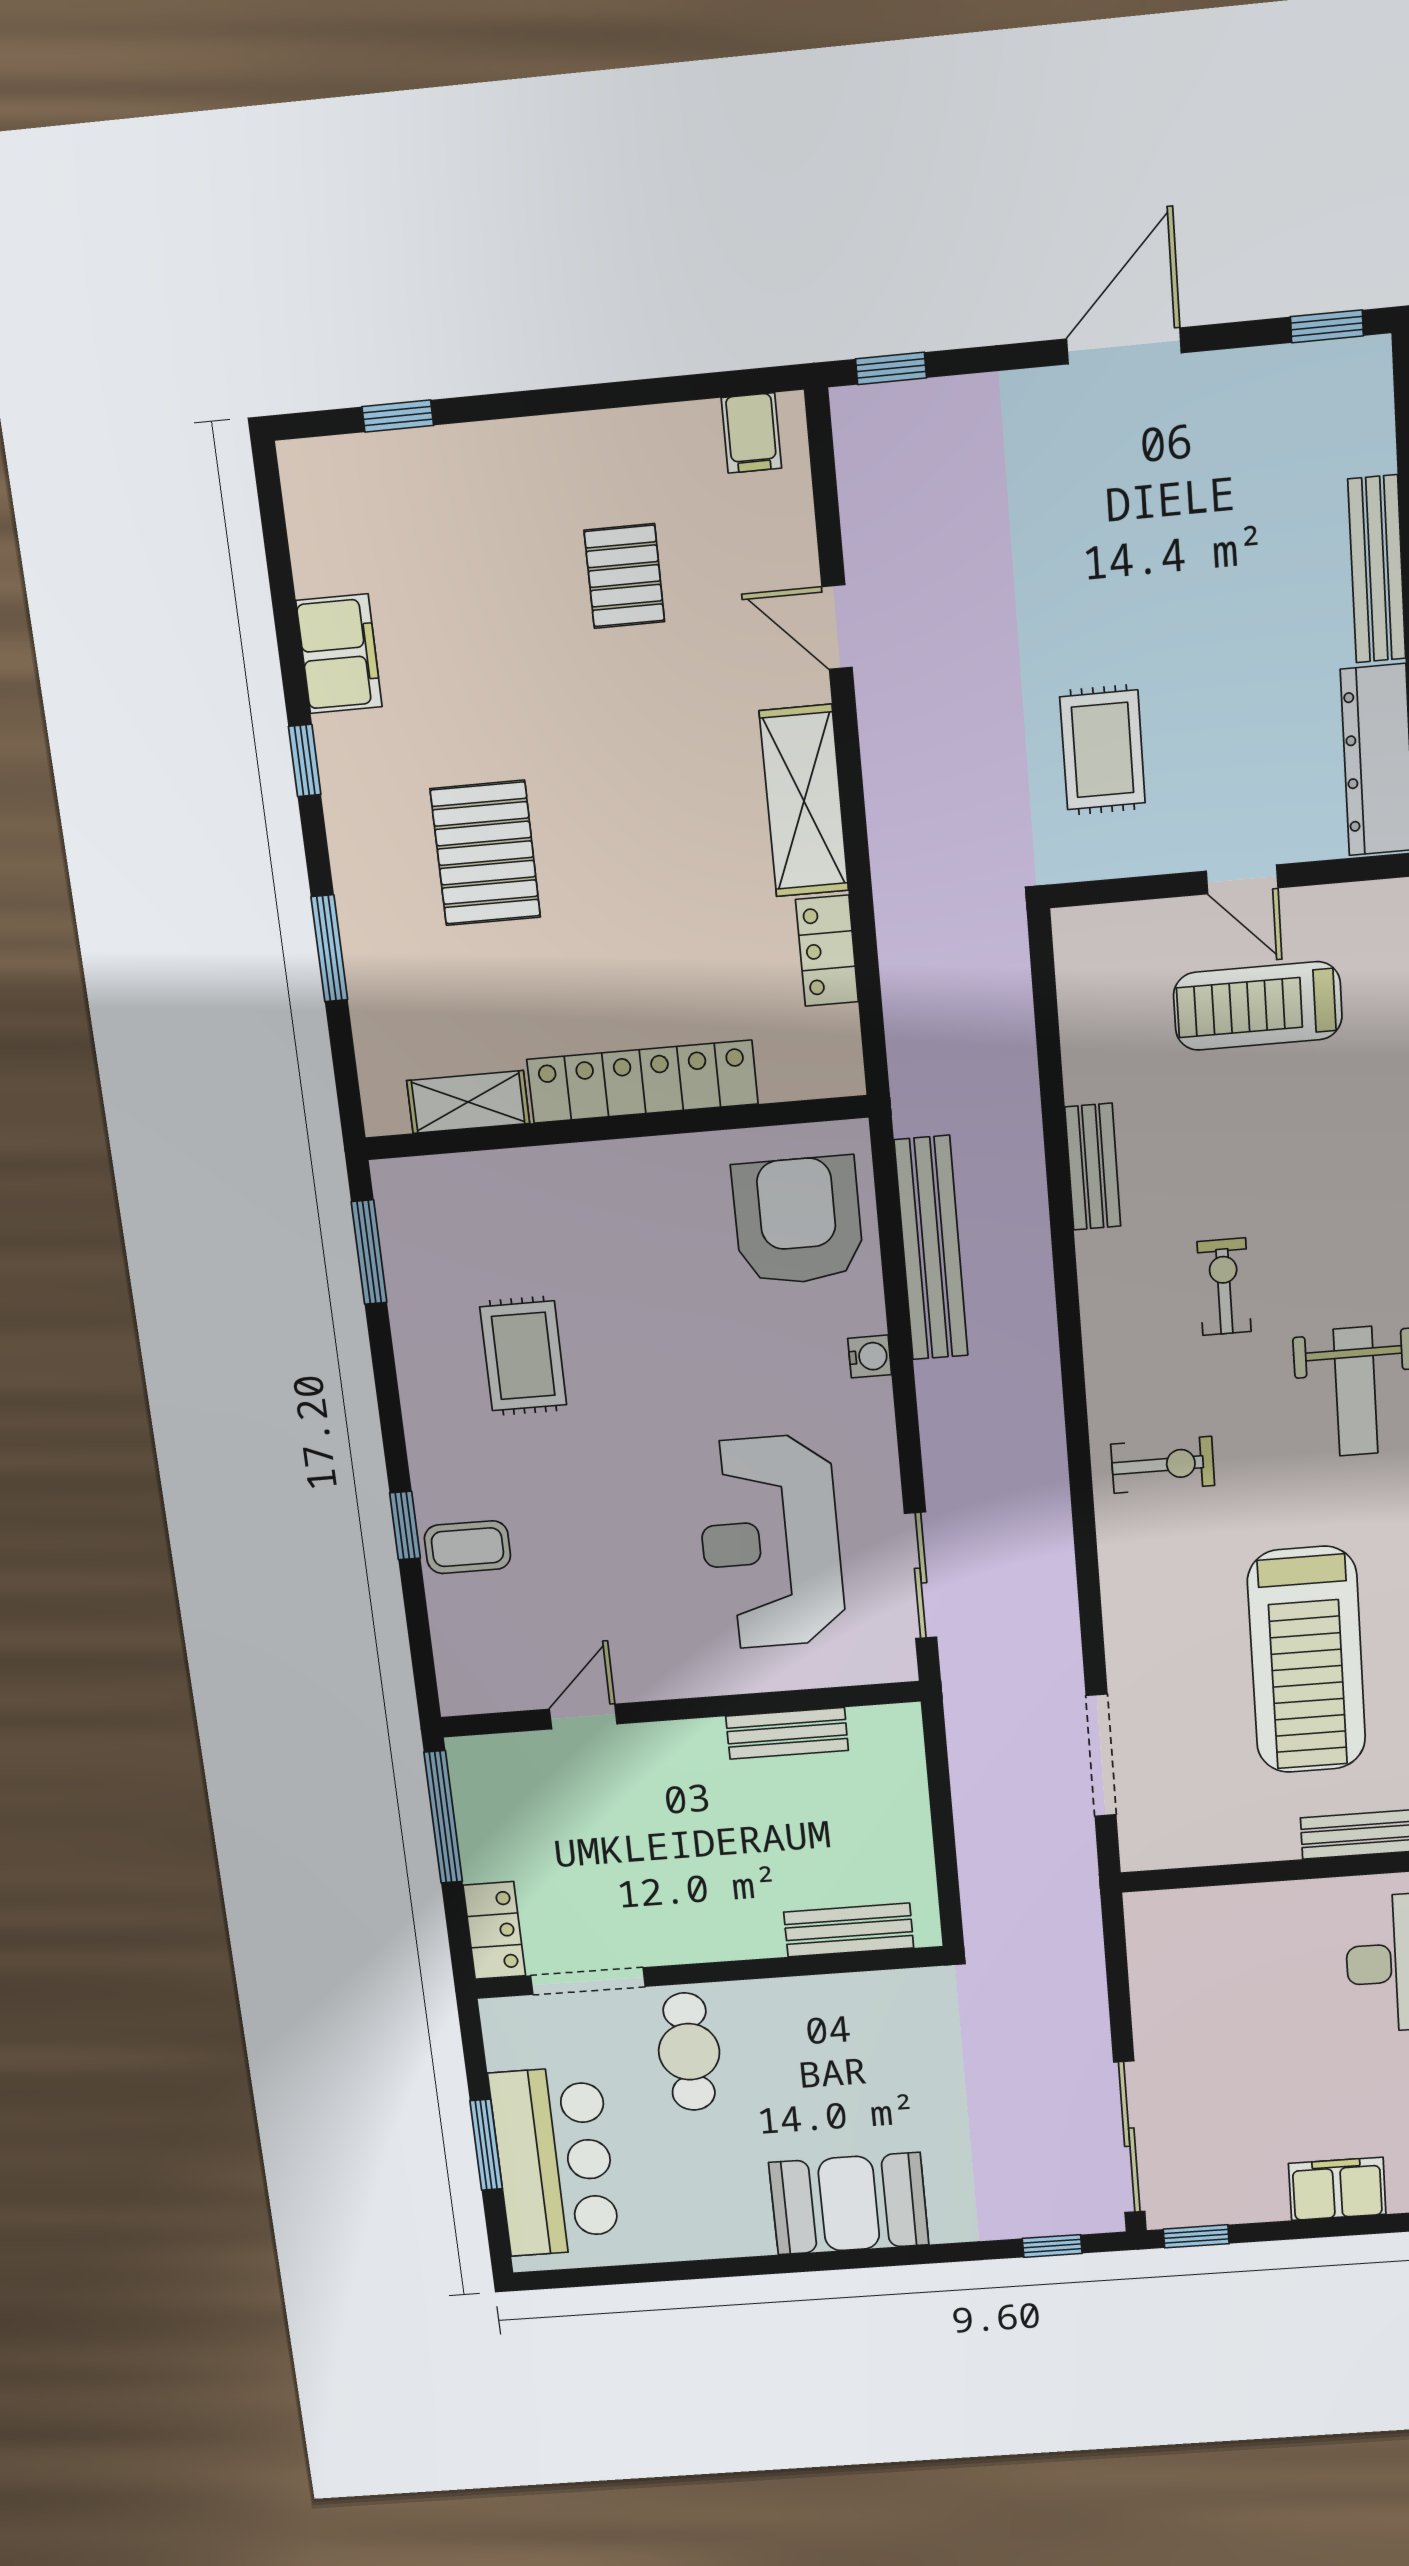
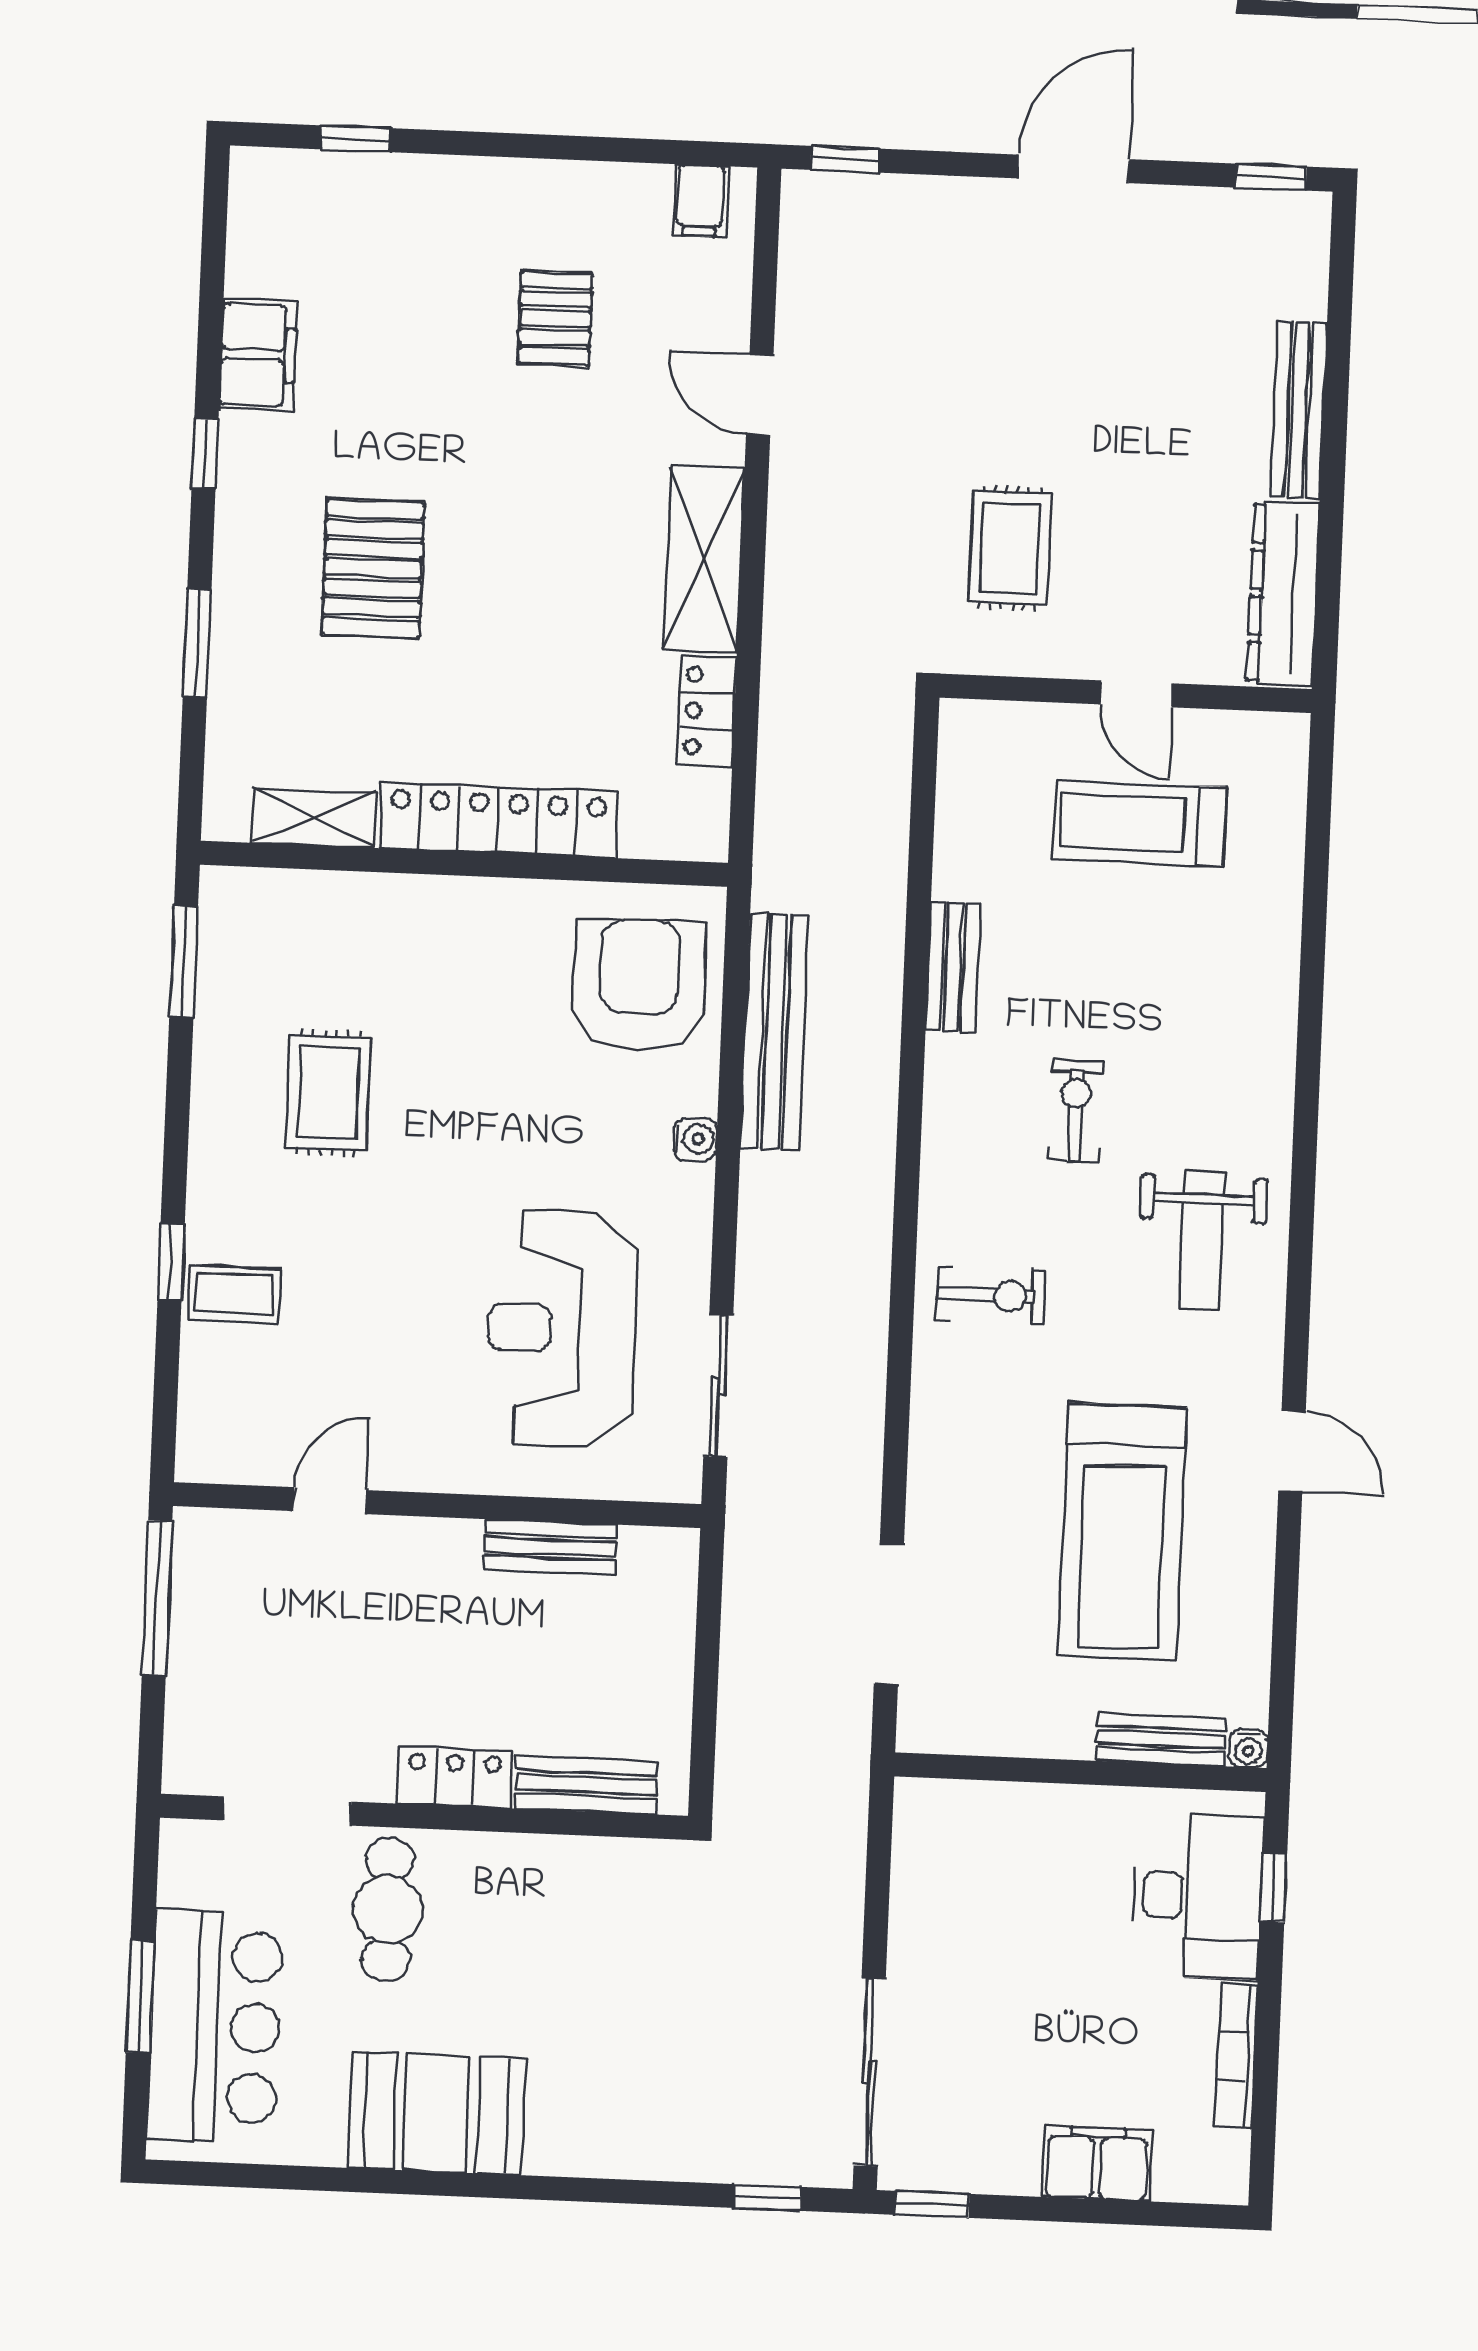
locker: (494, 1930) -> (455, 1777), moved, turned -90
booth: (849, 2204) -> (437, 2113), moved

